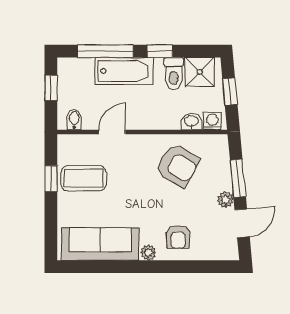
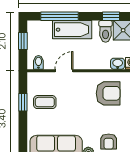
window: (160, 51) -> (111, 16), moved
armchair: (178, 165) -> (108, 93), turned -30
coffee table: (84, 178) -> (45, 102), width x0.73, depth x0.77

